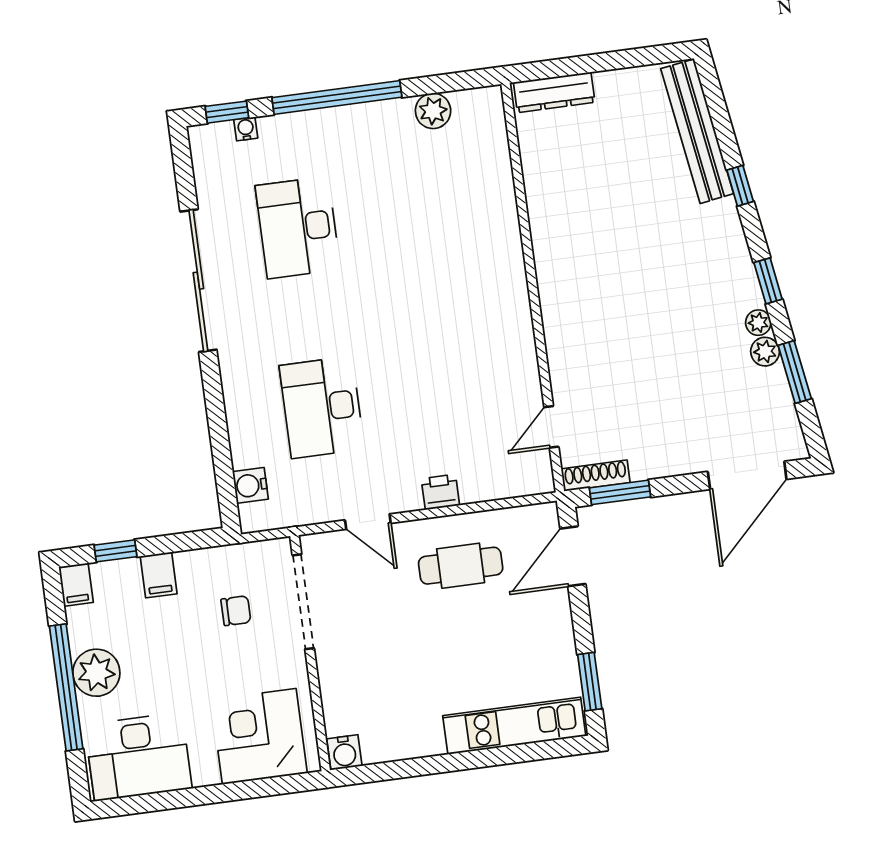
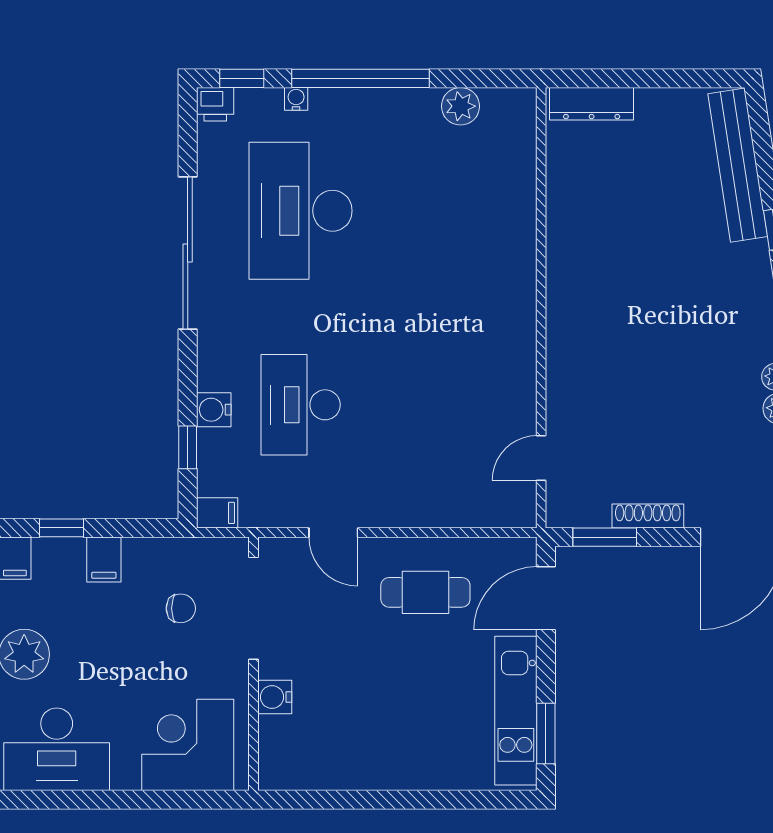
water cooler: (246, 129) -> (296, 99), moved
desk: (298, 227) -> (301, 211), width x1.36, depth x1.30
window: (222, 461) -> (188, 447), added
shoe rack: (596, 476) -> (648, 516), moved
water cooler: (250, 485) -> (214, 410), moved
printer: (440, 492) -> (215, 104), moved, turned 180
filing cabinet: (258, 518) -> (217, 513), added
kitchen unit: (514, 726) -> (516, 711), moved, turned -90
water cooler: (344, 752) -> (275, 697), moved, turned 90

